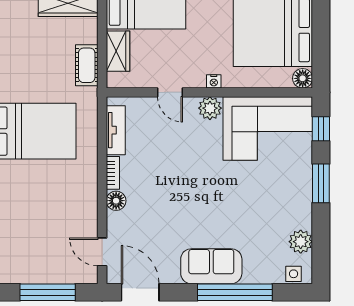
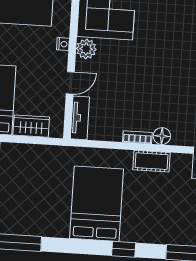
cot: (87, 65) -> (152, 161), moved
tv unit: (116, 130) -> (80, 118), moved, turned 90

